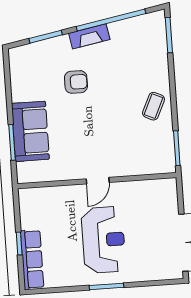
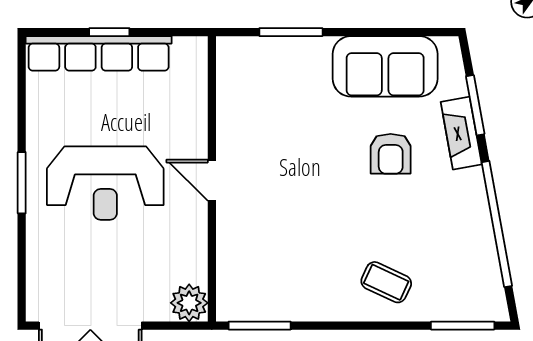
fireplace: (89, 36) -> (461, 133), moved
coffee table: (154, 106) -> (386, 282), moved
sofa: (30, 131) -> (385, 66), moved
plant: (167, 188) -> (189, 303), added
row of seats: (32, 259) -> (99, 53), width x1.36

